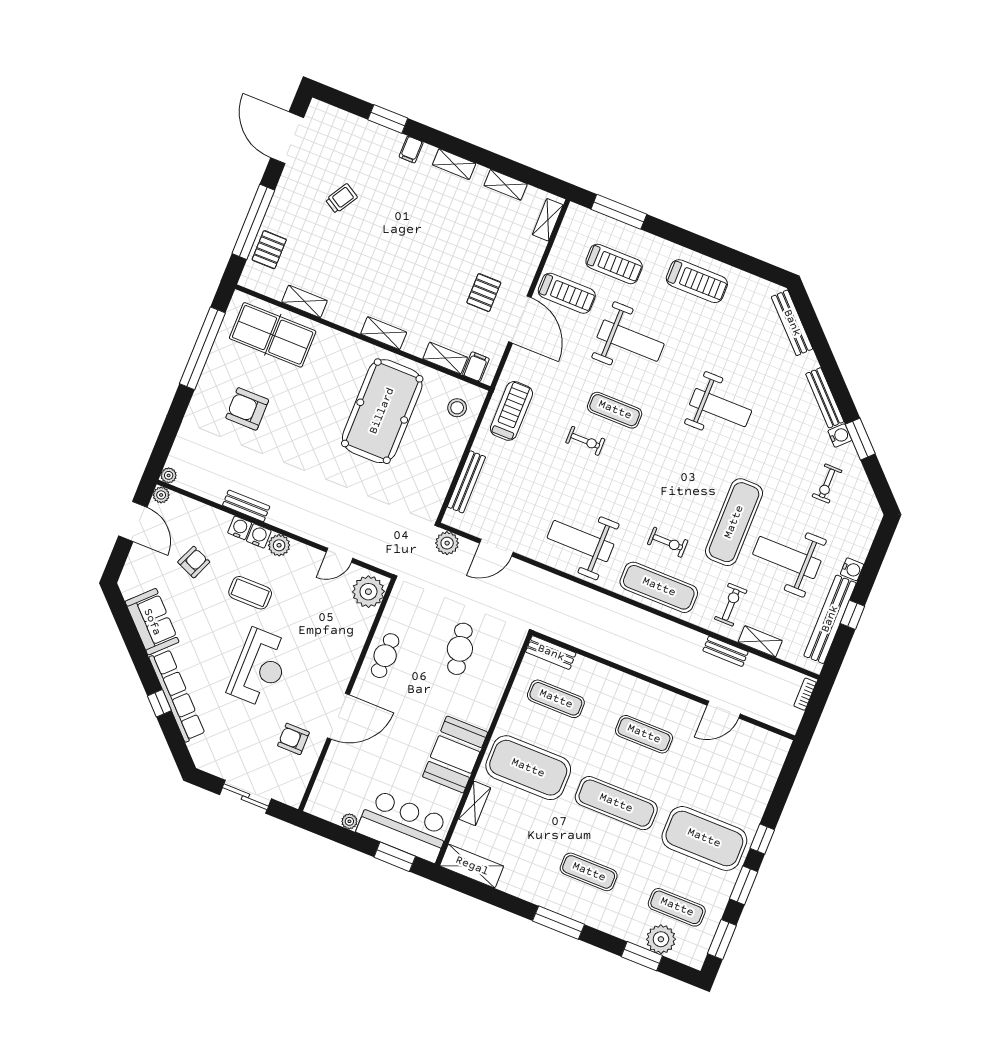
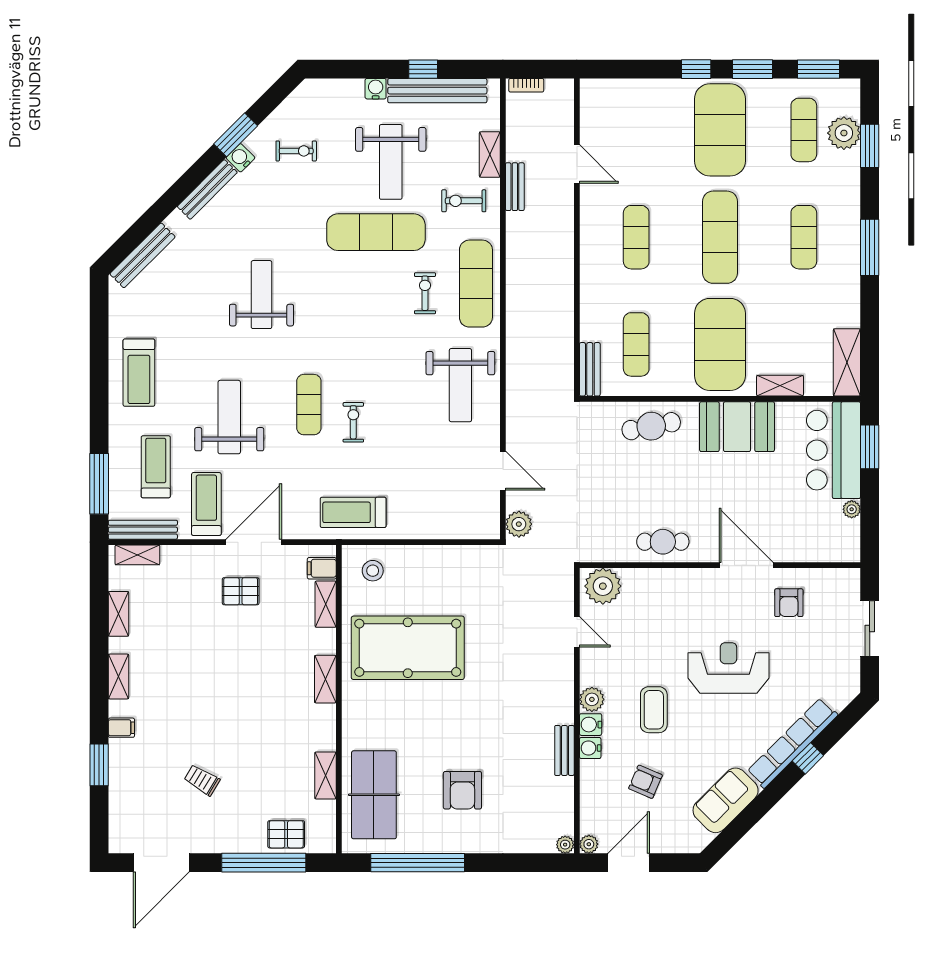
treadmill: (697, 281) -> (139, 373), turned 180
bench: (466, 482) -> (143, 530), moved
cafe table: (460, 649) -> (651, 426), moved

